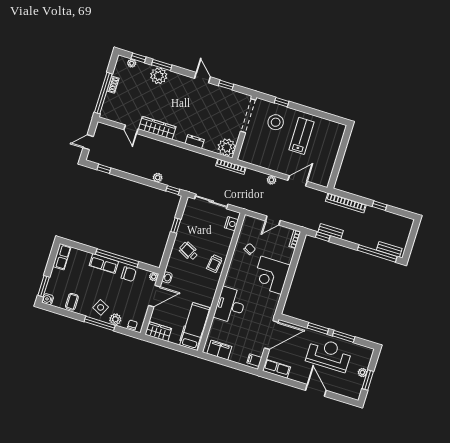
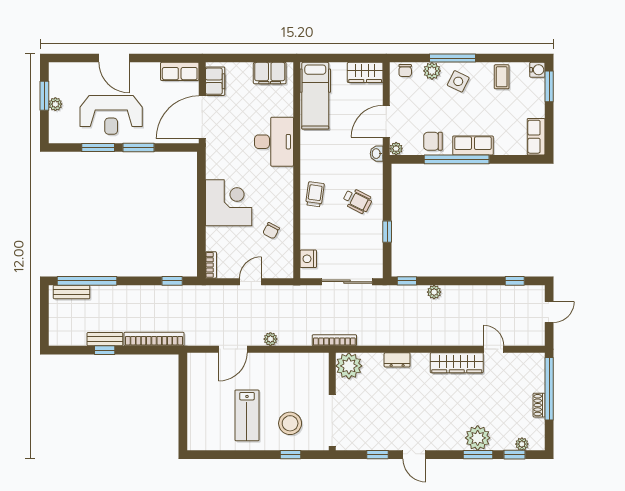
bench: (331, 231) -> (105, 339), moved
filing cabinet: (254, 360) -> (215, 81), width x2.00

